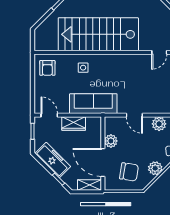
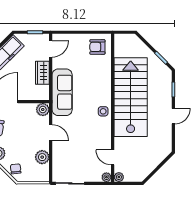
side table: (83, 68) -> (103, 111), moved
door: (134, 115) -> (51, 133), swing flipped
plant: (111, 141) -> (43, 110), moved

